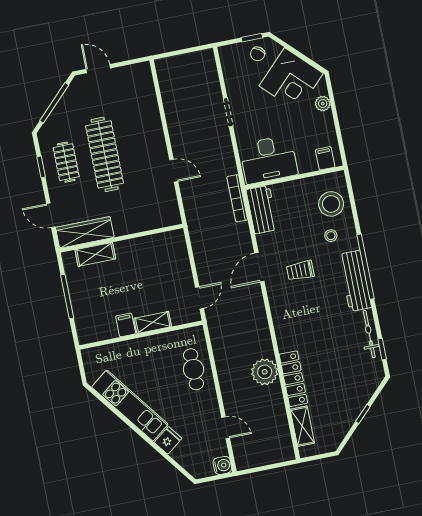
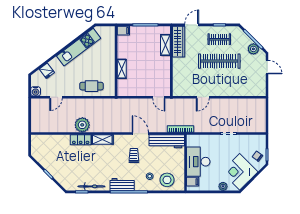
door: (98, 69) -> (267, 67), hinge flipped
plant: (71, 99) -> (253, 49), added
desk: (268, 159) -> (198, 162), moved
workbench: (262, 210) -> (167, 141), width x1.38
workbench: (355, 281) -> (122, 184), width x0.73
door: (199, 298) -> (159, 97), moved
filing cabinet: (126, 325) -> (123, 31), moved
locker: (293, 379) -> (81, 140), width x0.66
shelving: (302, 426) -> (102, 140), moved
fridge: (168, 440) -> (47, 71), moved

